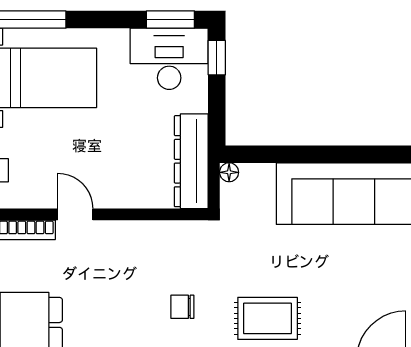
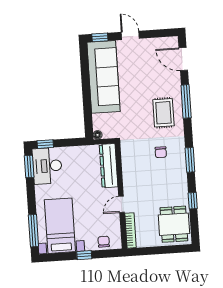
dresser: (191, 161) -> (109, 166), moved, turned 90

